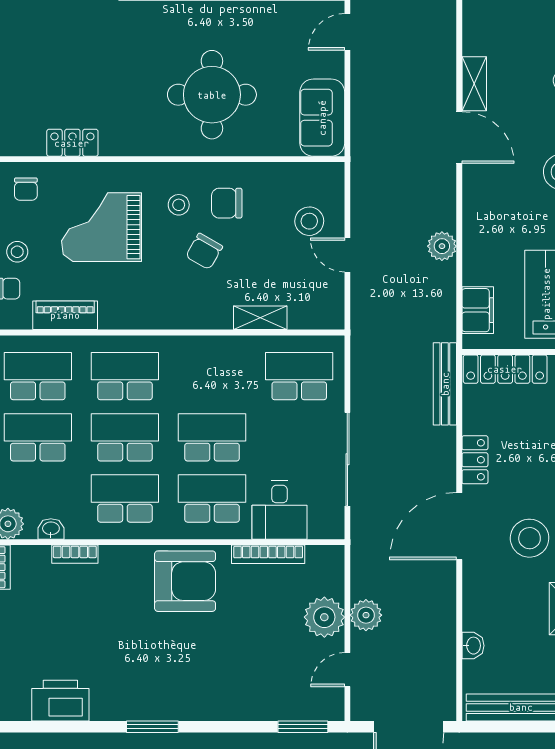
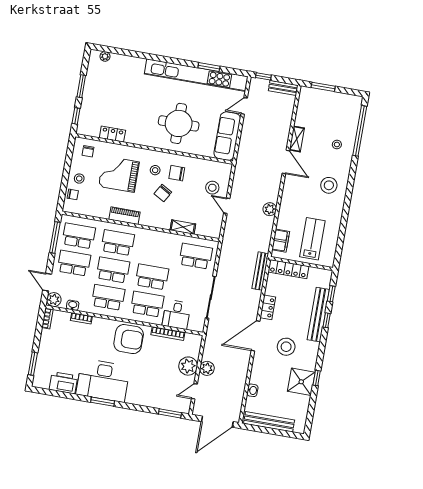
sofa: (322, 118) -> (227, 136), width x1.36
piano: (65, 315) -> (124, 216), moved
desk: (145, 681) -> (103, 380), added

